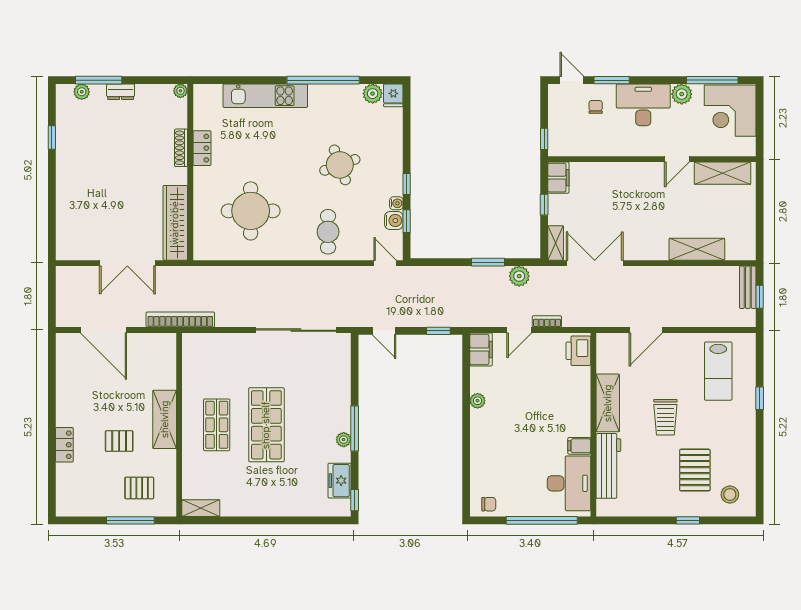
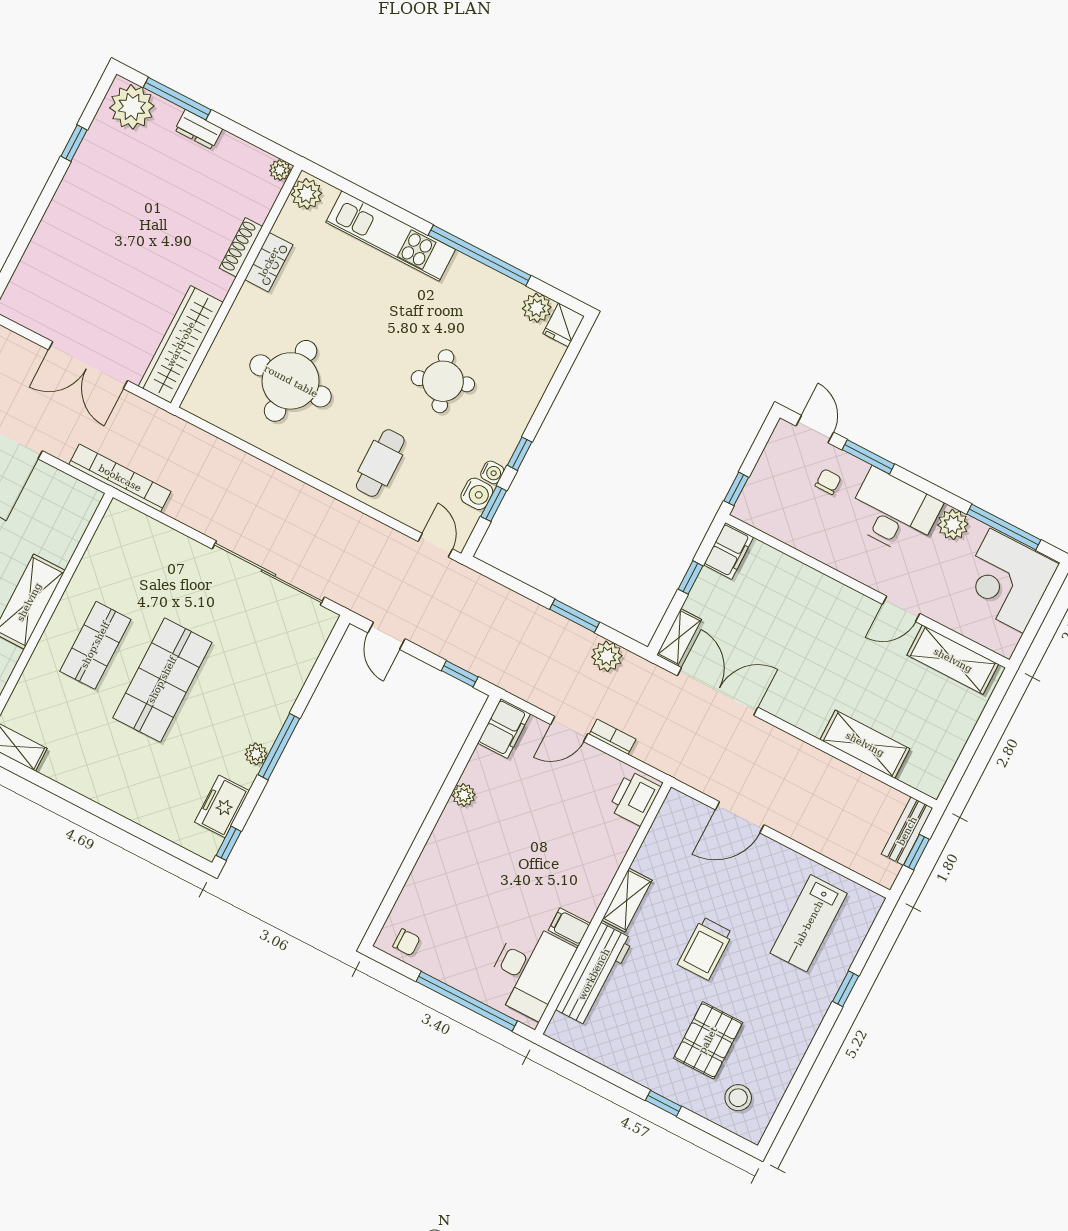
plant: (82, 92) -> (132, 107), width x1.88, depth x1.88
plant: (203, 97) -> (307, 194), added
shelving: (608, 403) -> (627, 900), width x0.67, depth x0.75

